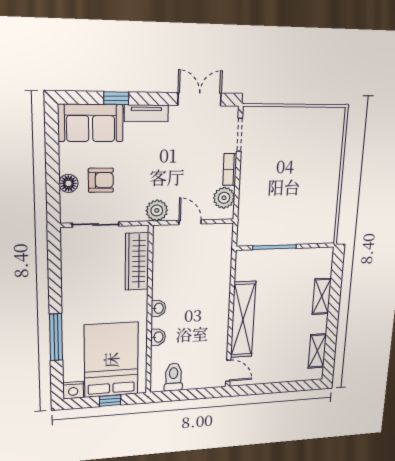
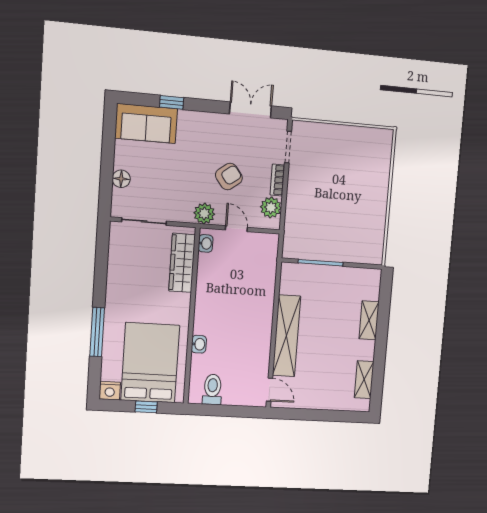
tv unit: (146, 113) -> (199, 119), removed
armchair: (101, 180) -> (229, 177), moved, turned -37
washbasin: (158, 308) -> (206, 243), moved

